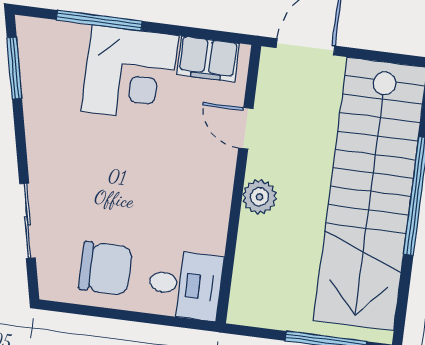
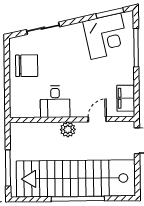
corner desk: (130, 73) -> (106, 36), moved, turned -102
chair: (106, 268) -> (27, 66), turned -90
desk: (185, 285) -> (55, 102), moved

